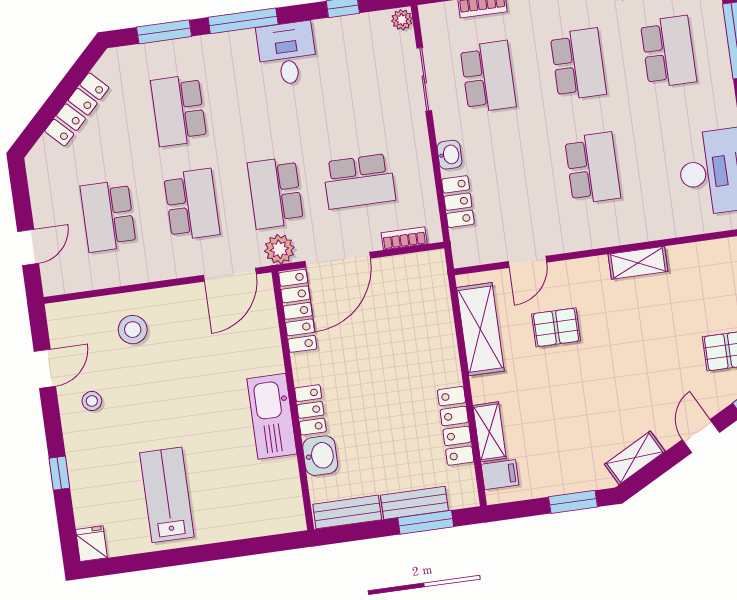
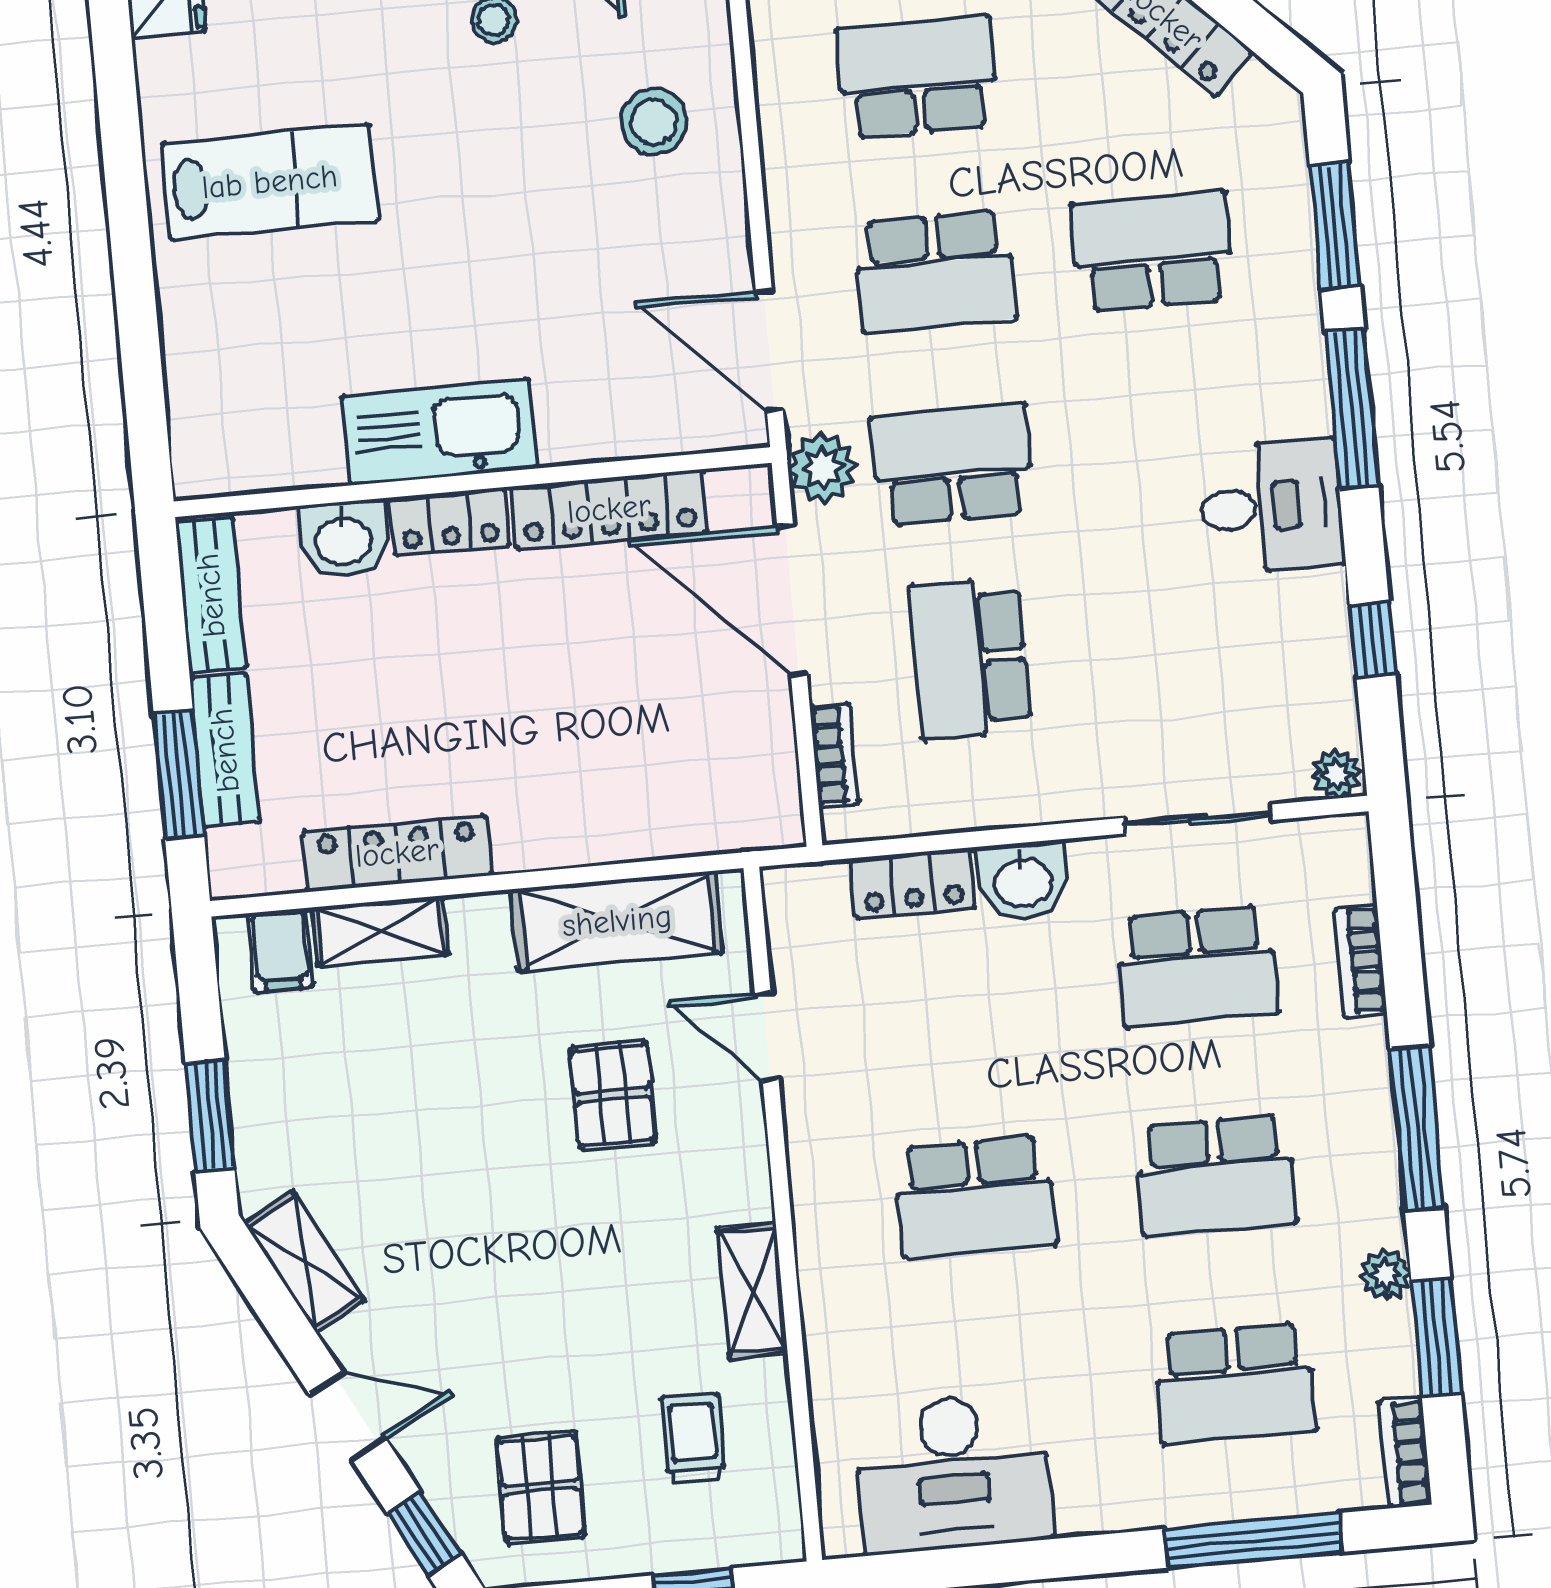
washbasin: (450, 155) -> (1023, 881), width x1.38, depth x1.45
trolley: (703, 286) -> (693, 1439), added
locker: (298, 311) -> (609, 509), moved

